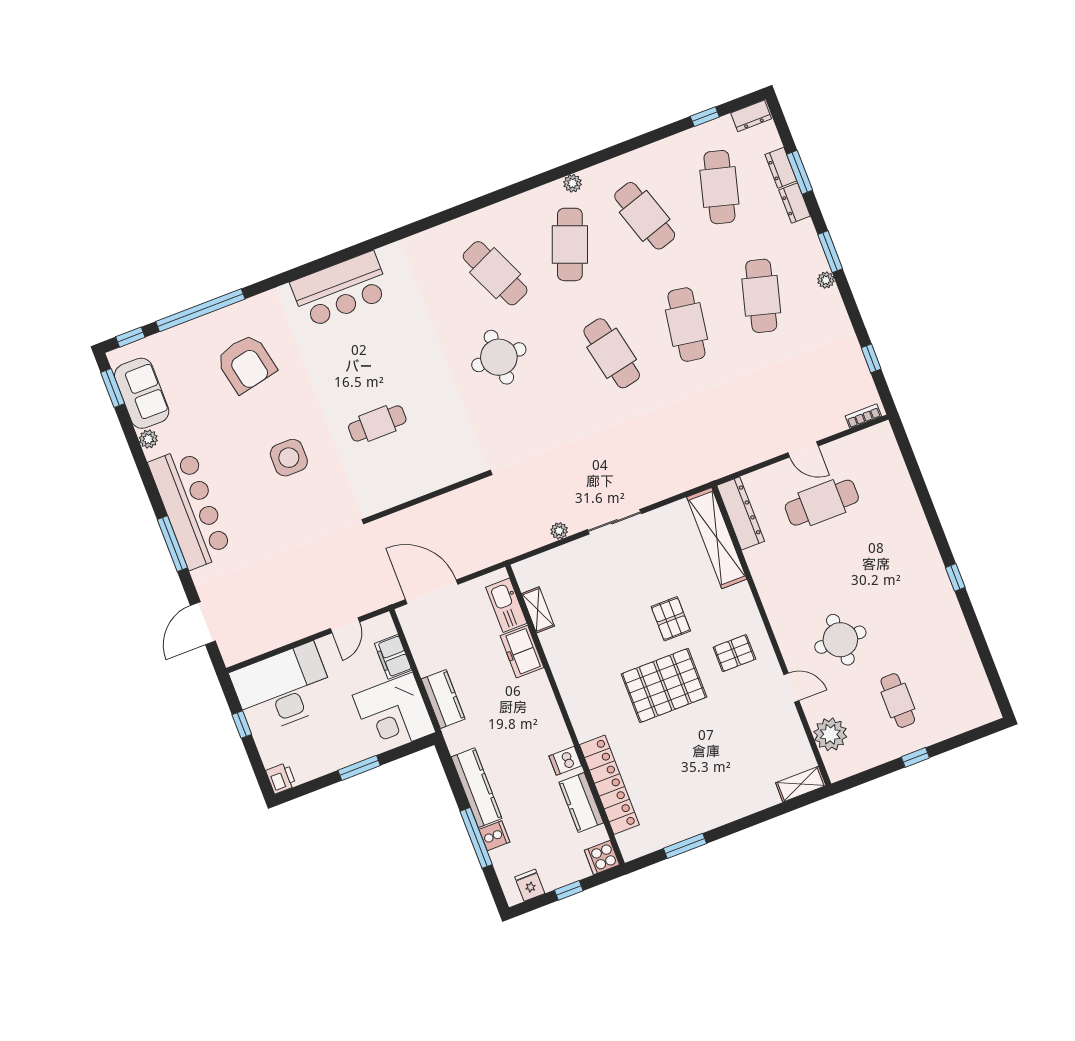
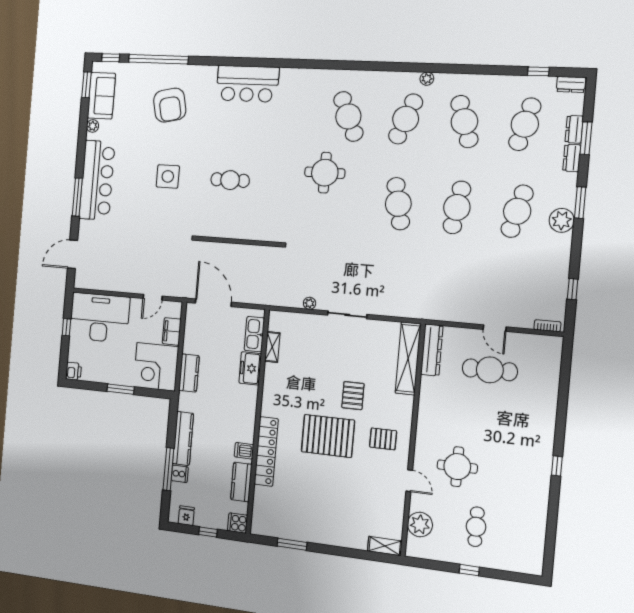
plant: (826, 280) -> (562, 220), width x1.88, depth x1.88
locker: (609, 785) -> (266, 451), moved

